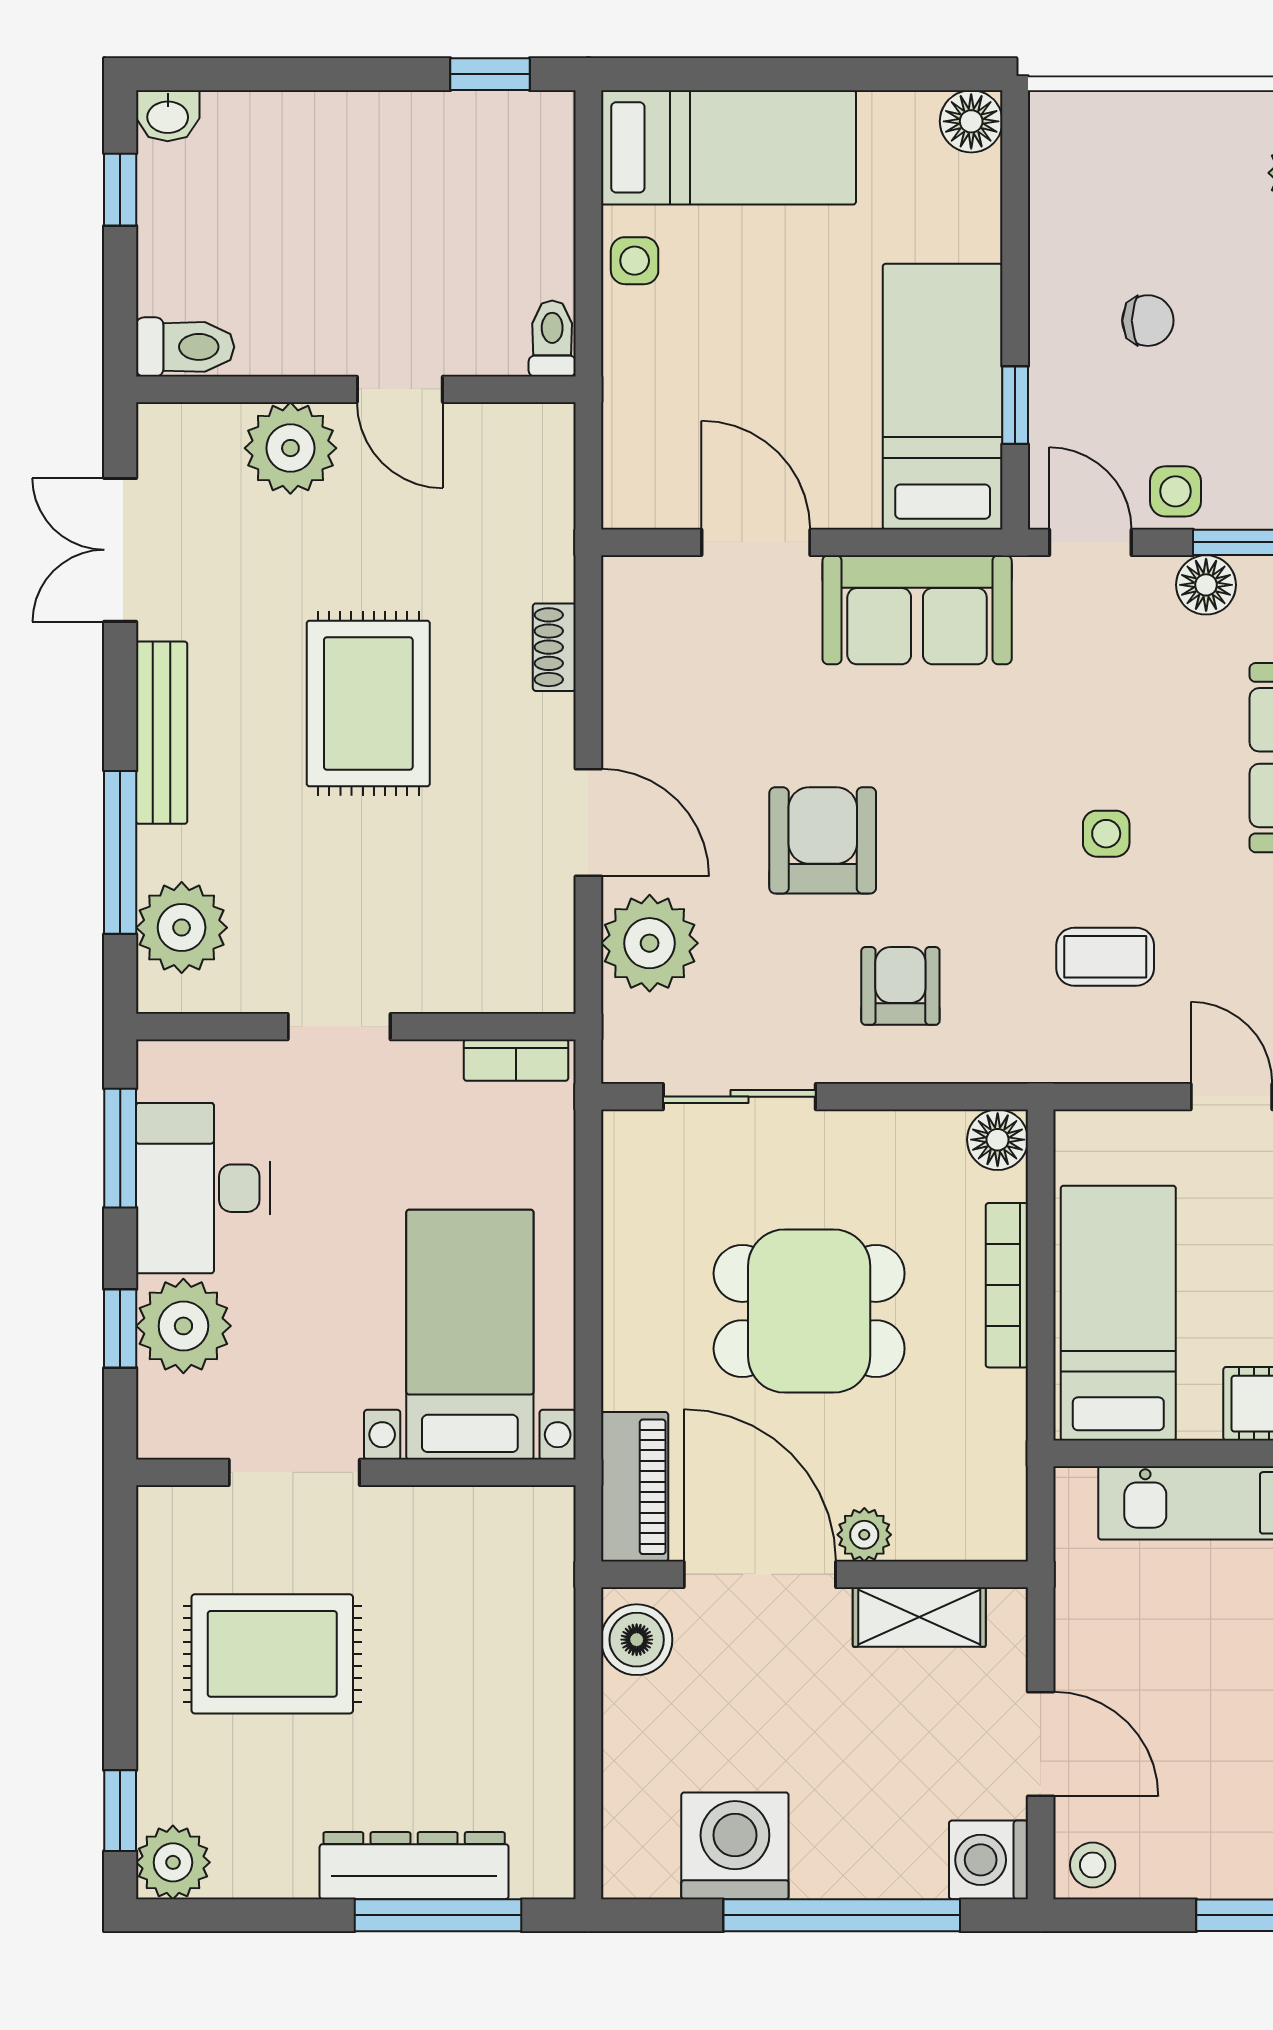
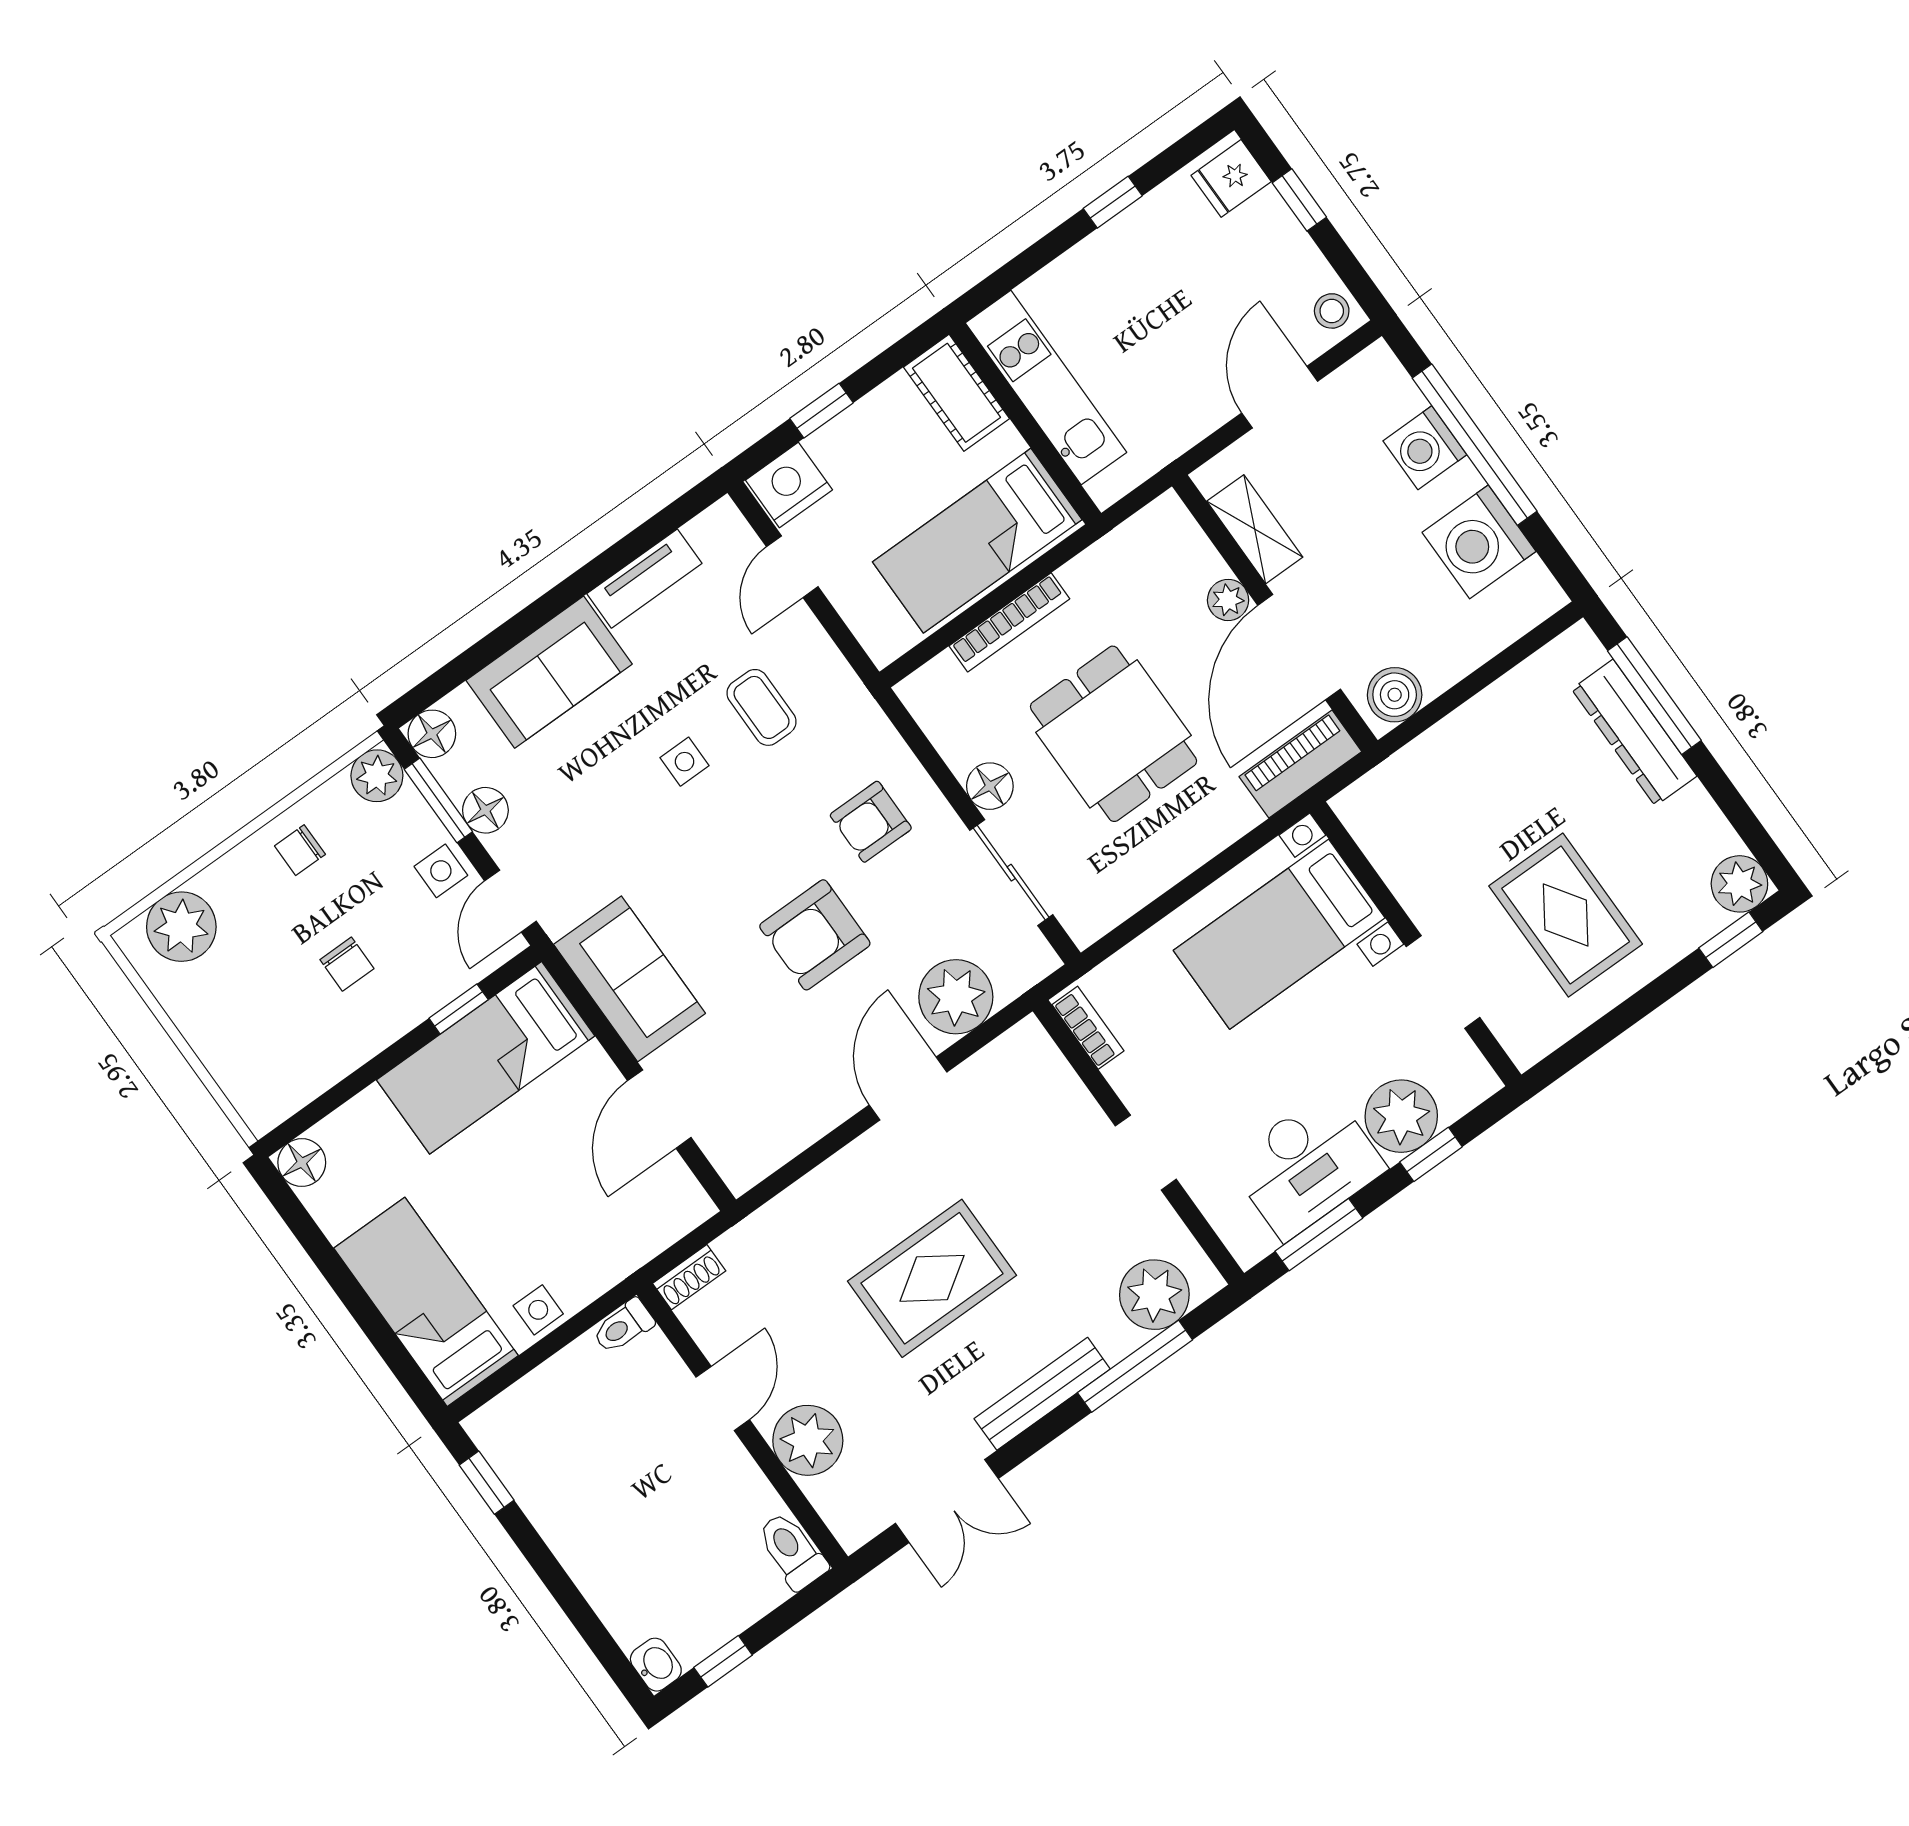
chair: (1148, 321) -> (347, 964), turned 180
shoe rack: (554, 647) -> (689, 1277), moved
floor lamp: (998, 1140) -> (990, 786), moved
washing machine: (989, 1860) -> (1425, 448), moved, turned 90

